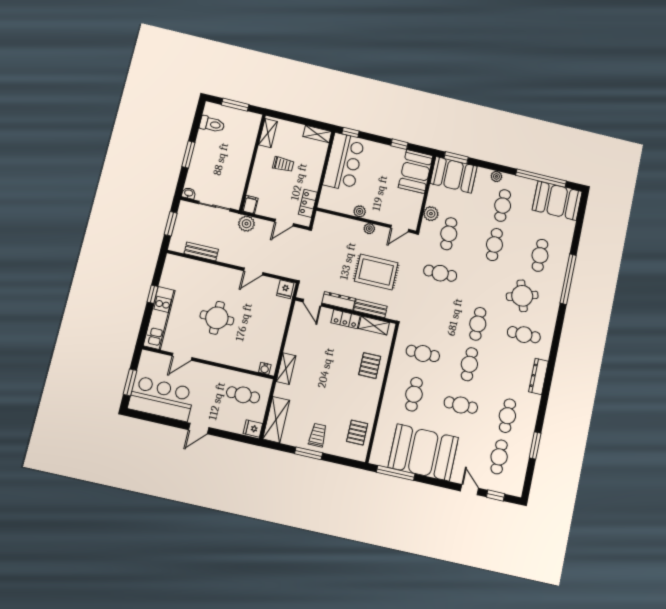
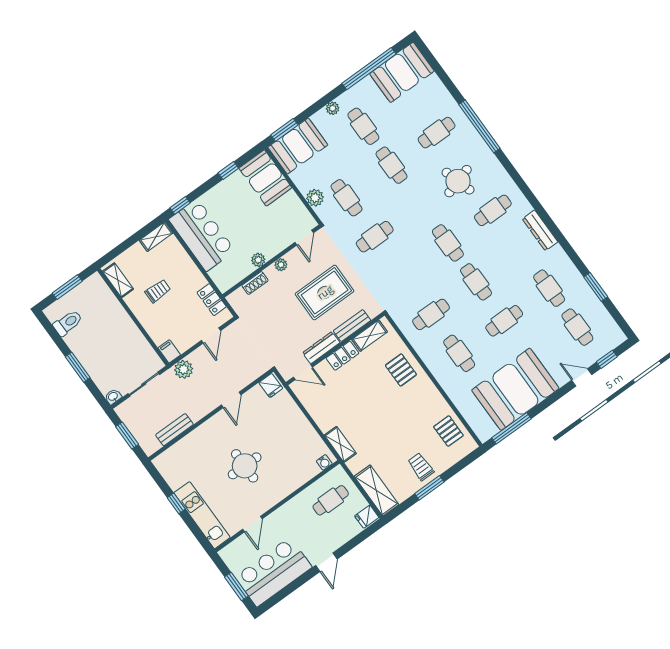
shoe rack: (343, 222) -> (255, 283), added
cafe table: (540, 255) -> (437, 133), turned 90

